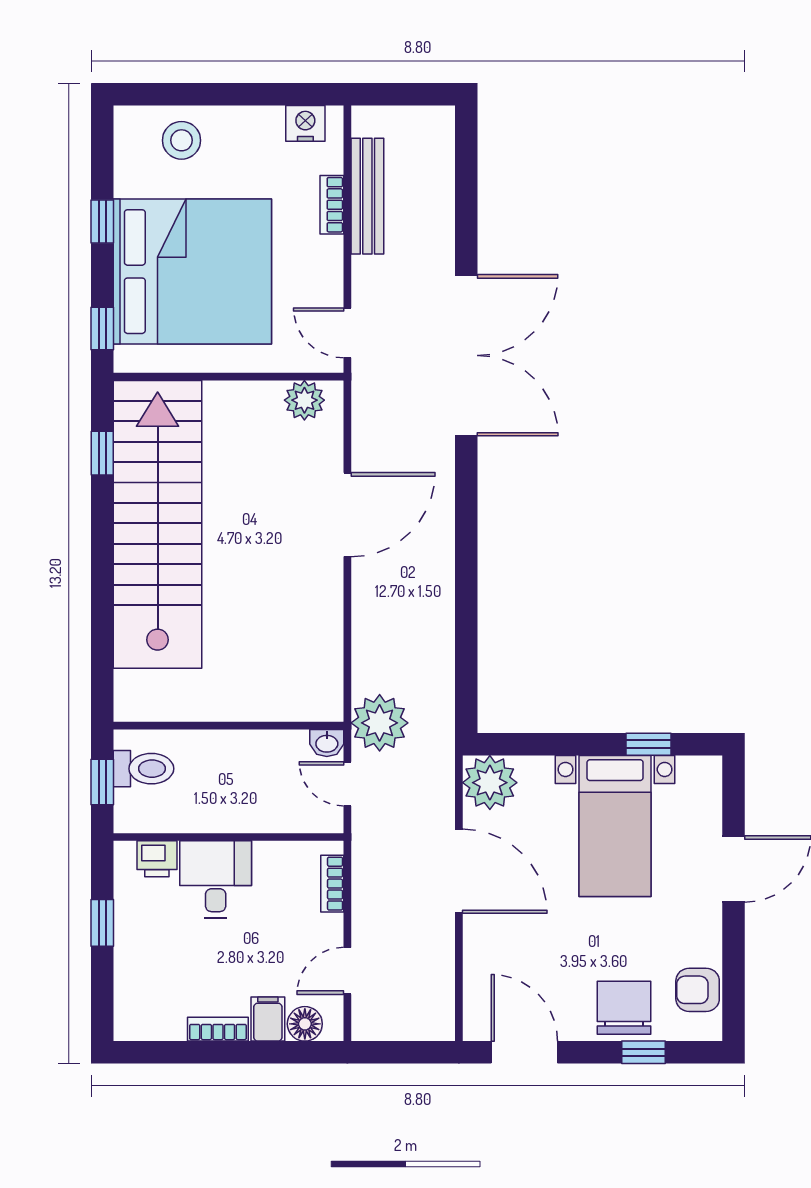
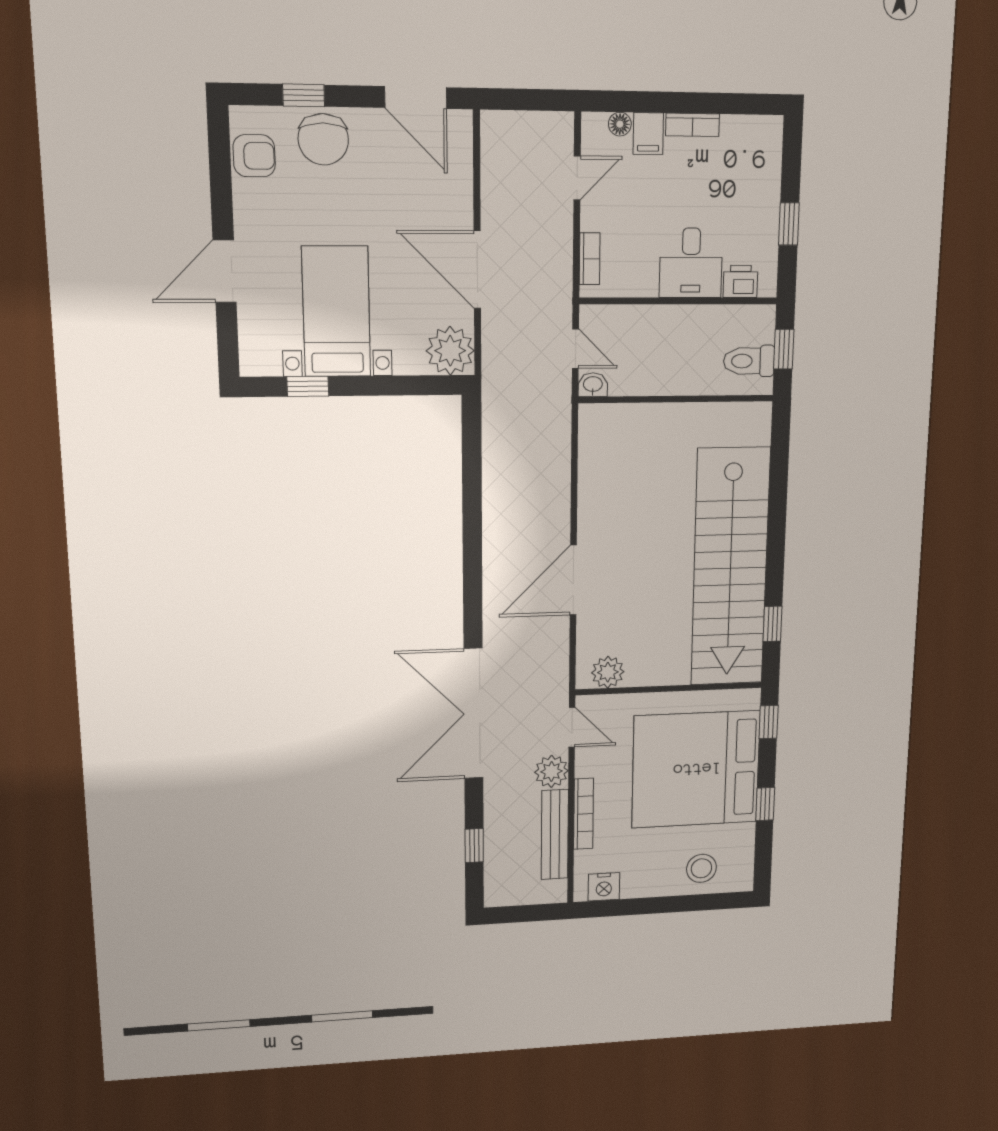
window: (466, 188) -> (474, 846), added
bookcase: (332, 205) -> (584, 814), width x1.56
plant: (380, 723) -> (551, 771), moved, width x0.73, depth x0.73
floor lamp: (305, 1024) -> (620, 124), width x0.73, depth x0.73

